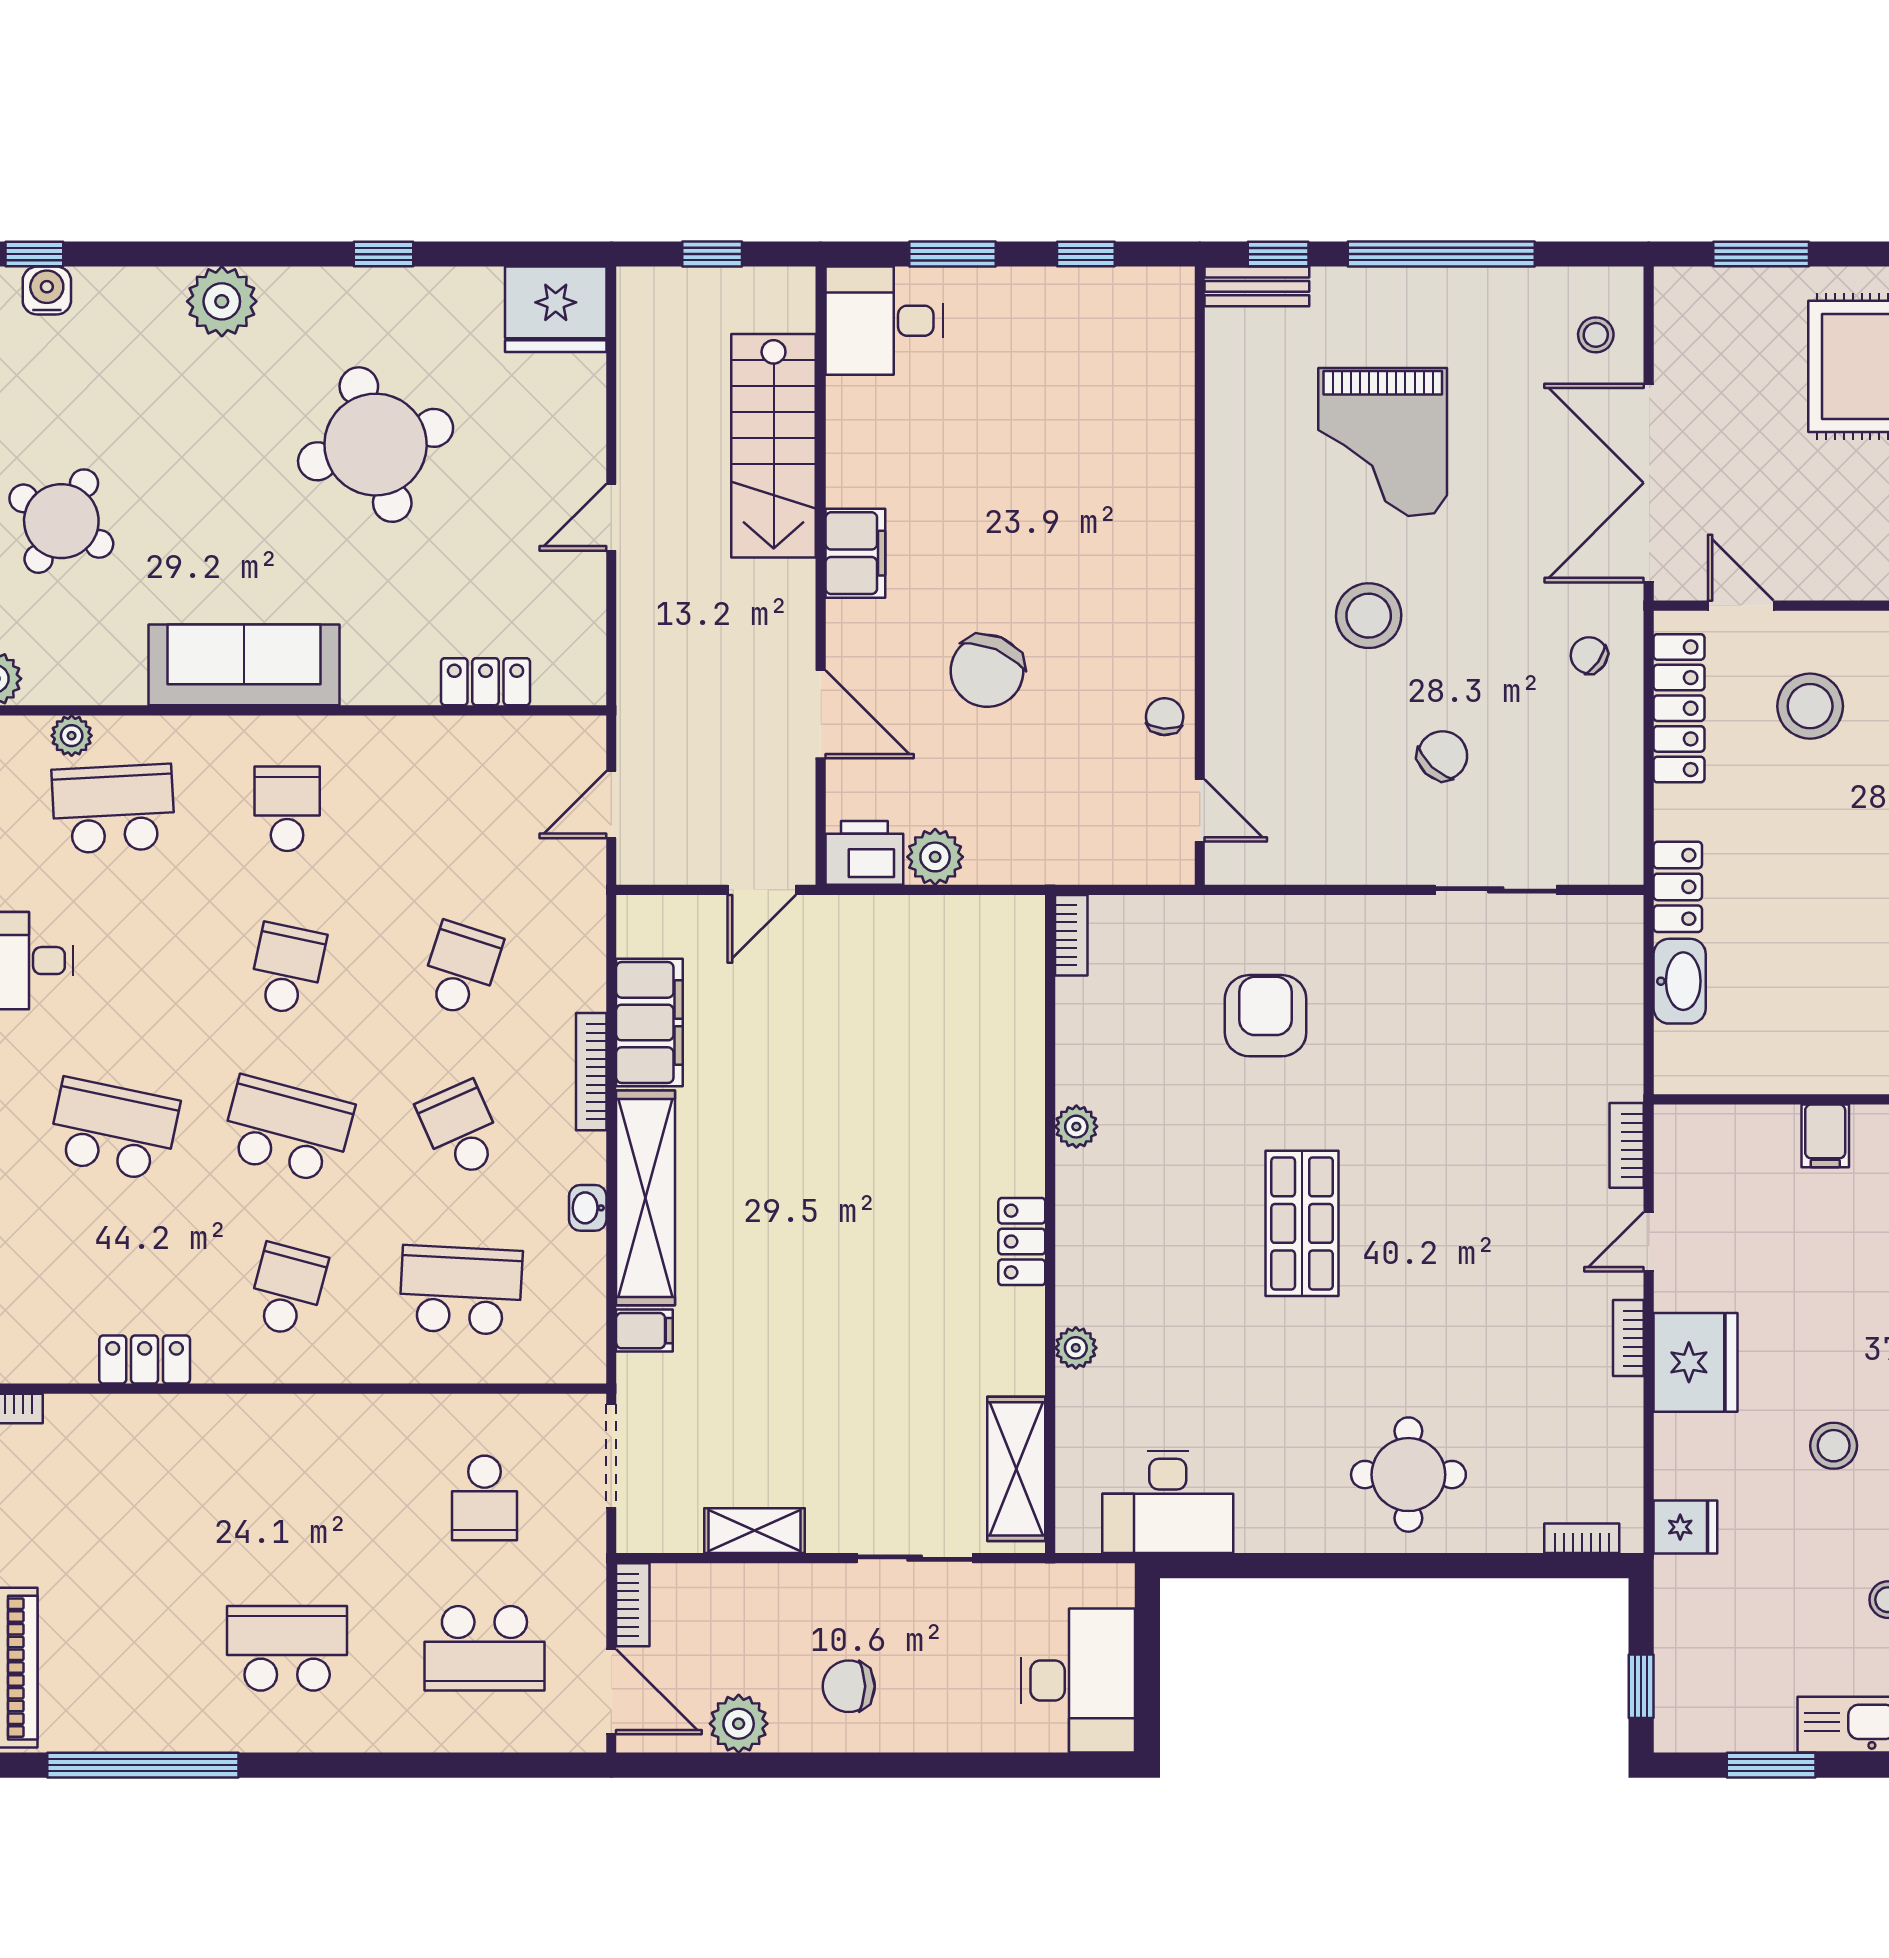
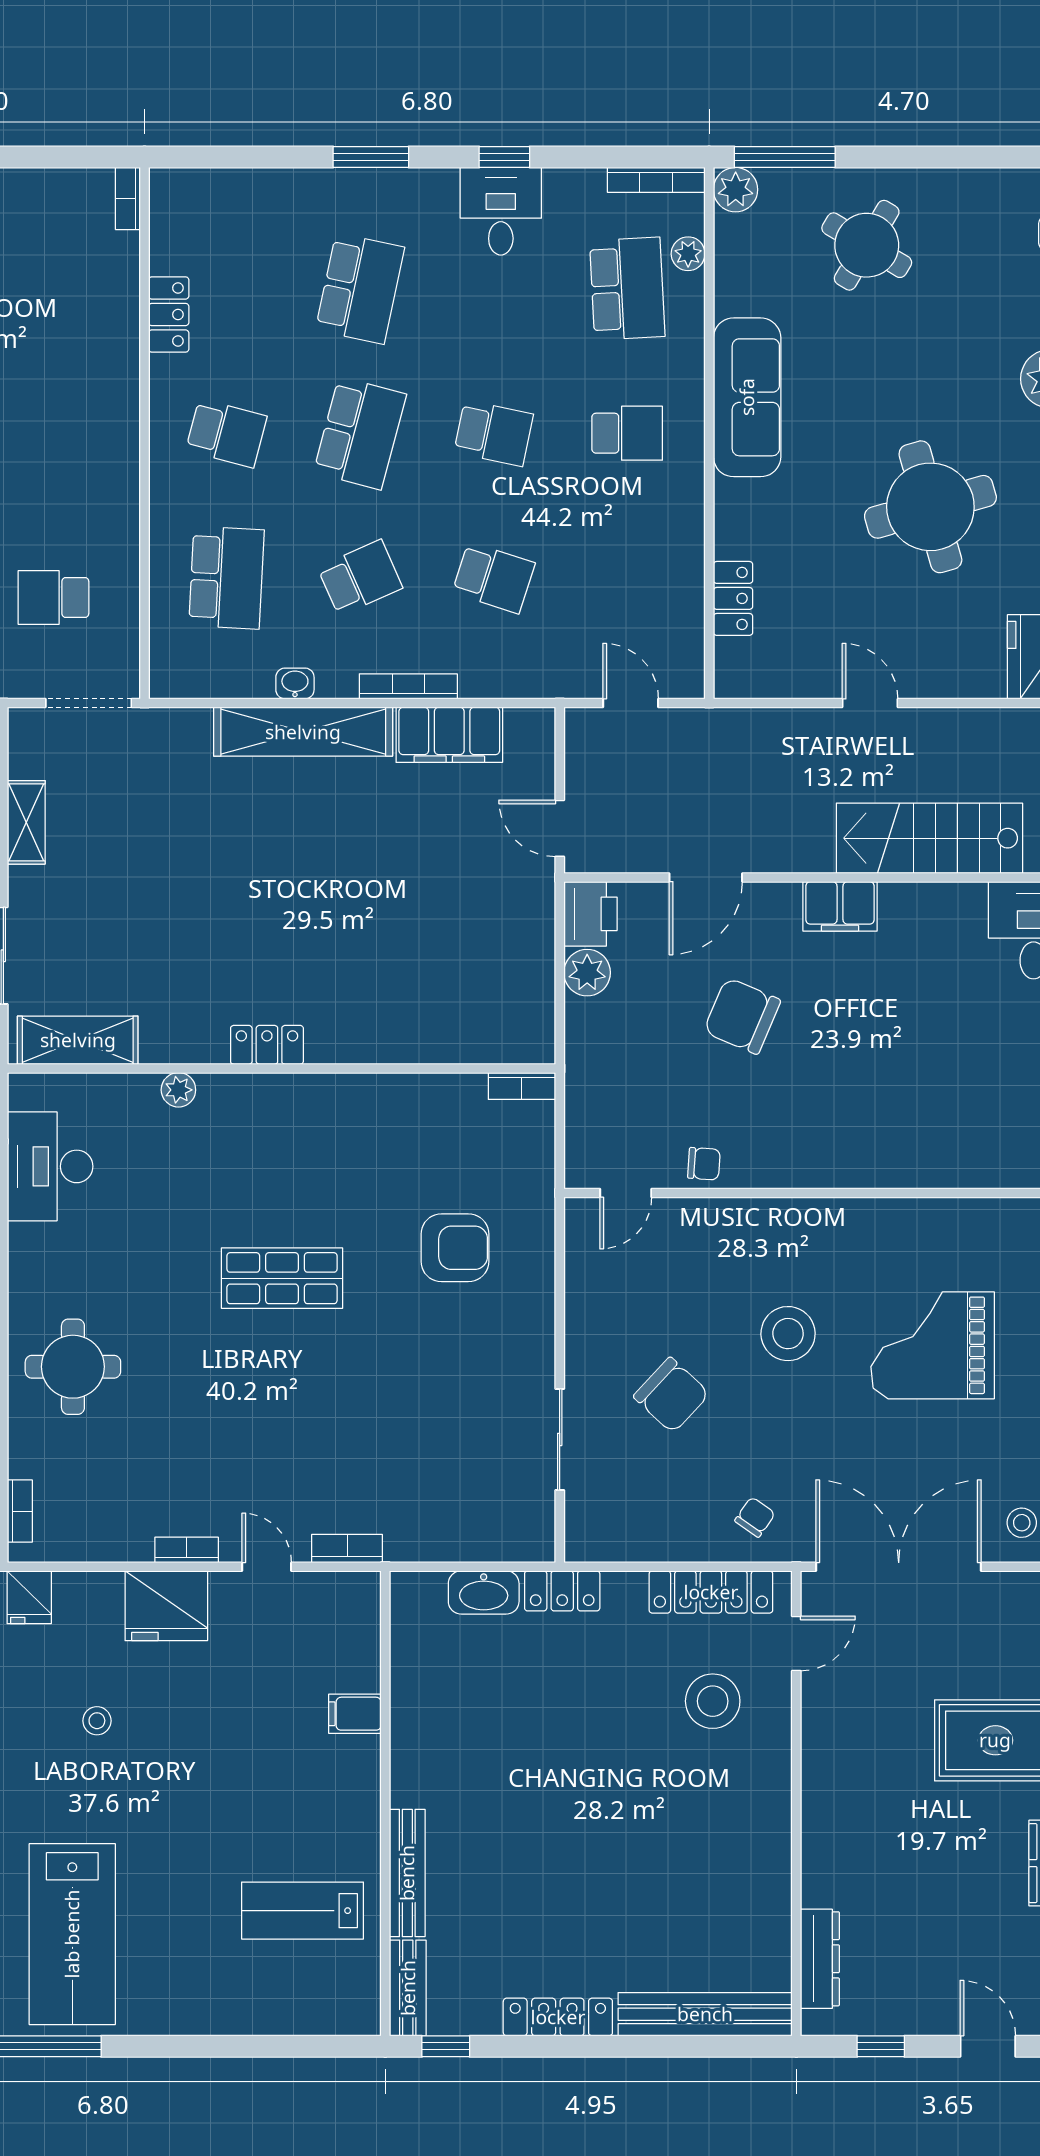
chair: (1442, 756) -> (671, 1395), width x1.37, depth x1.37
plant: (1076, 1127) -> (363, 1090), removed
filing cabinet: (644, 1331) -> (193, 731), removed
stool: (1834, 1446) -> (97, 1721), width x0.73, depth x0.73

